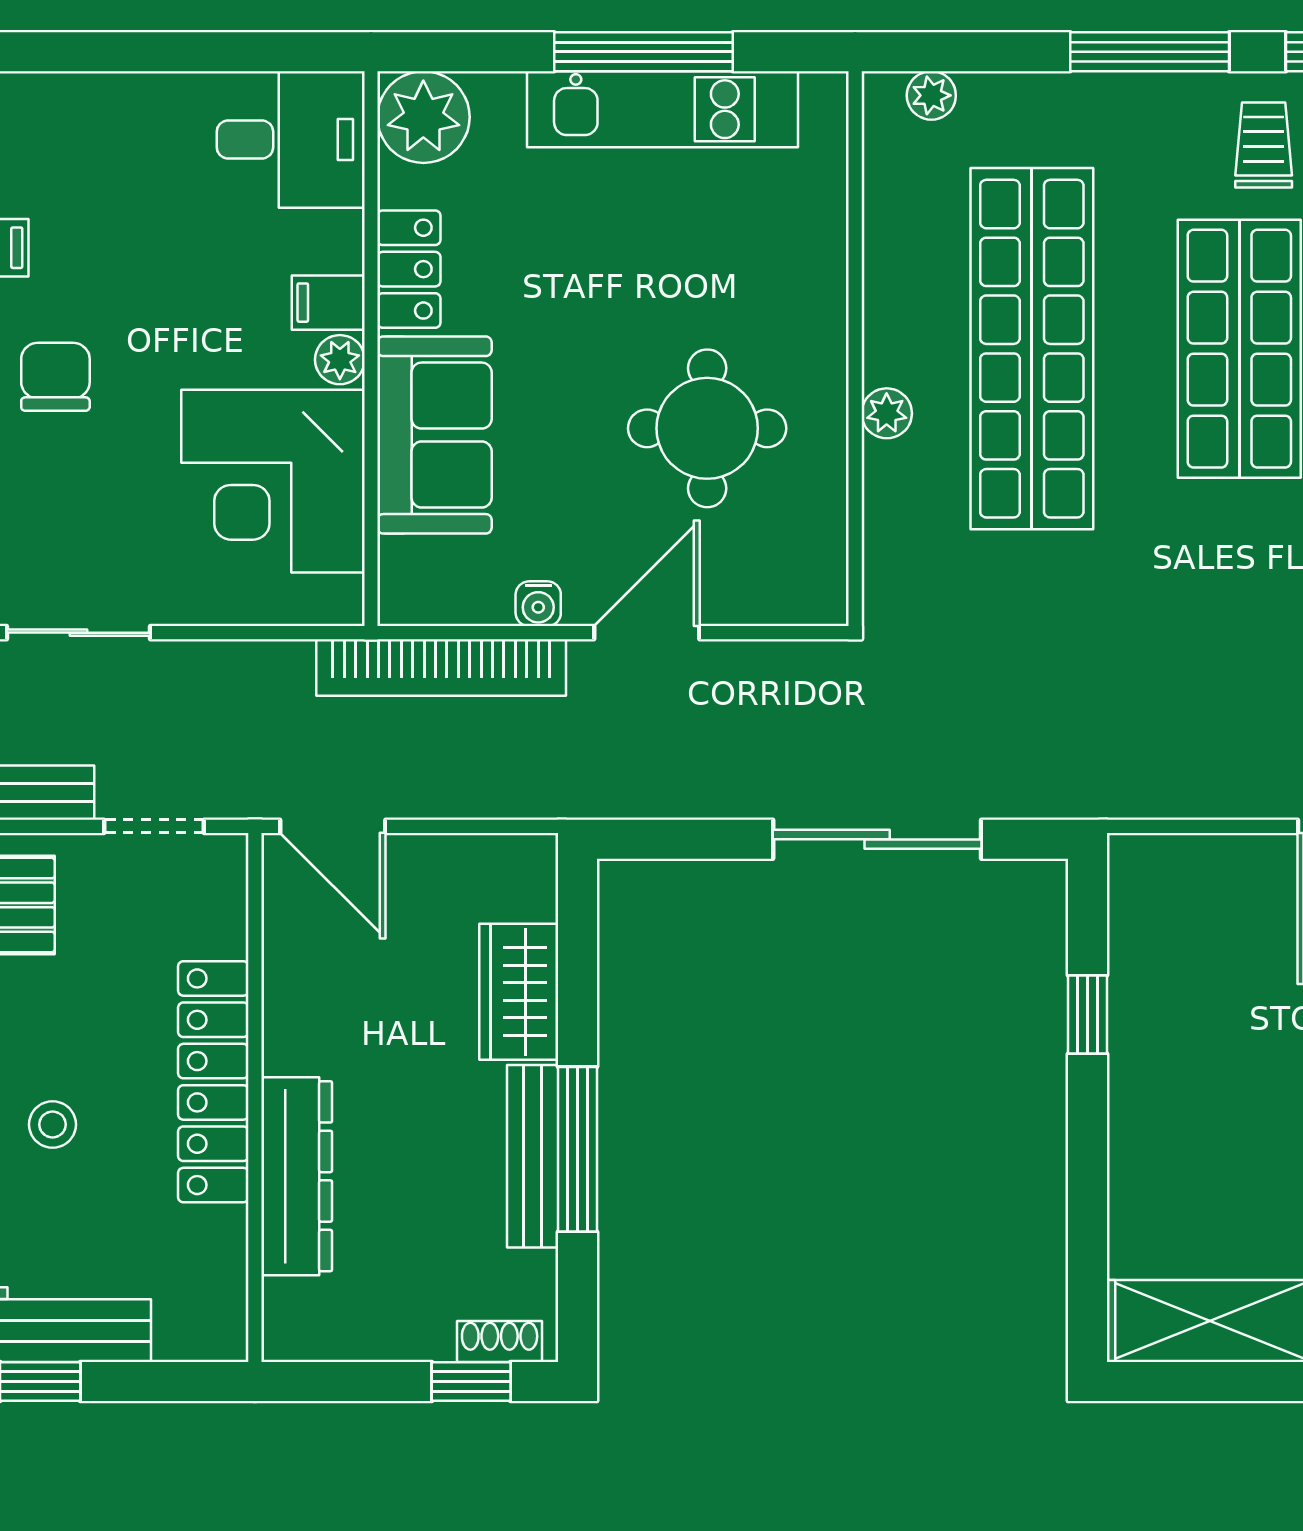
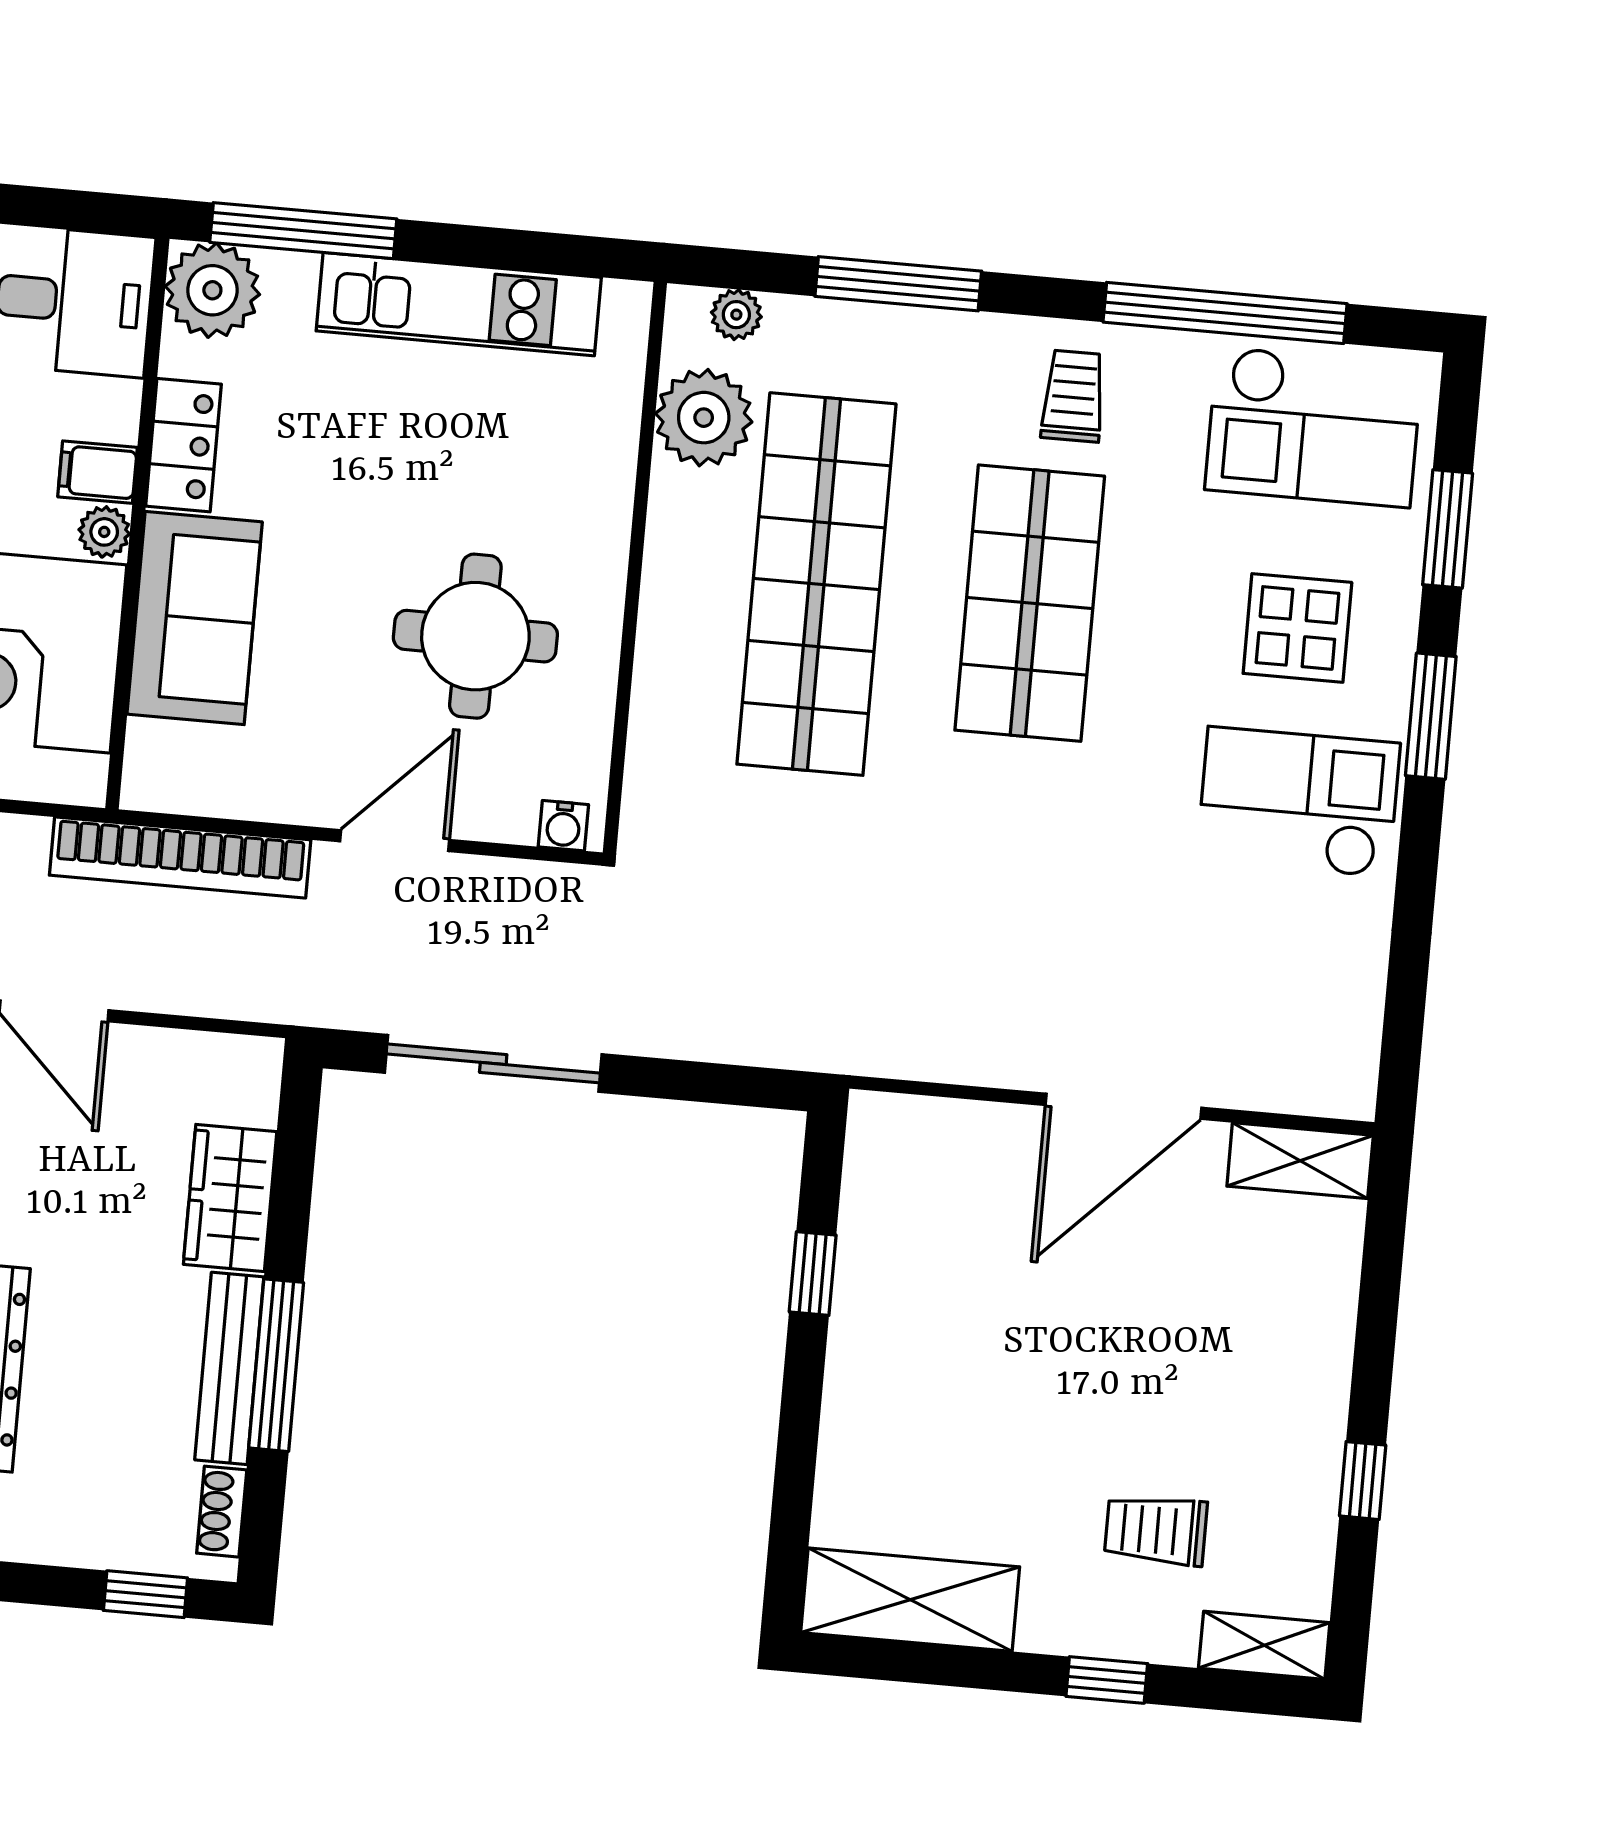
window: (643, 52) -> (303, 231), moved
window: (1150, 52) -> (898, 284), moved
plant: (887, 413) -> (704, 418), moved, width x1.87, depth x1.87
water cooler: (538, 604) -> (563, 826), moved
sliding door: (877, 839) -> (493, 1063), moved
shoe rack: (500, 1342) -> (222, 1512), moved, turned -90

